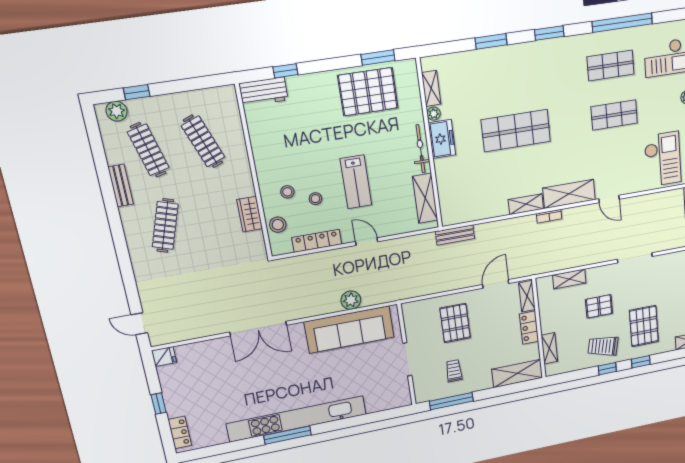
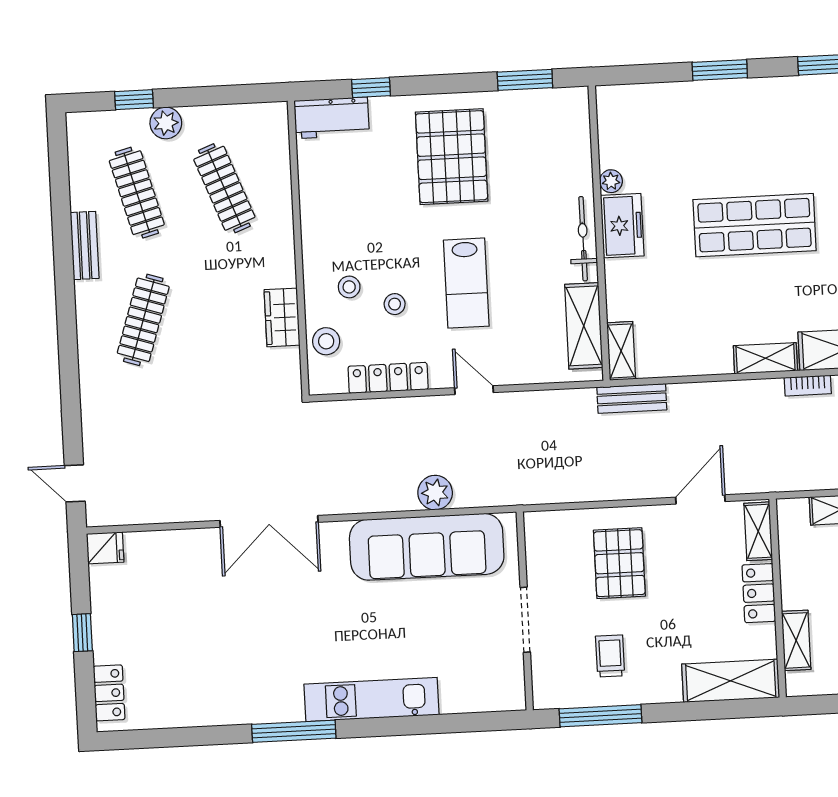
shelving: (431, 88) -> (621, 351), moved
pallet: (368, 92) -> (452, 157), moved, turned 90
plant: (117, 111) -> (166, 123), moved
kitchen unit: (297, 419) -> (371, 699), width x0.54

